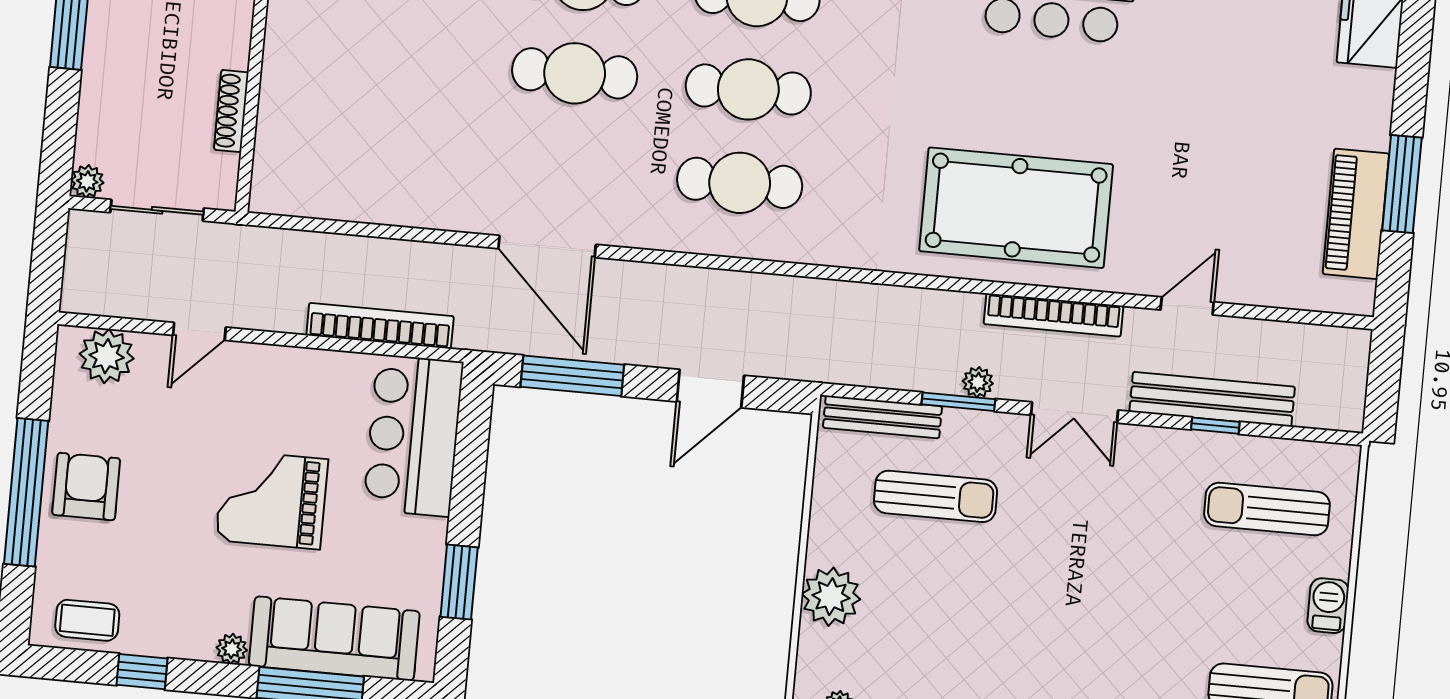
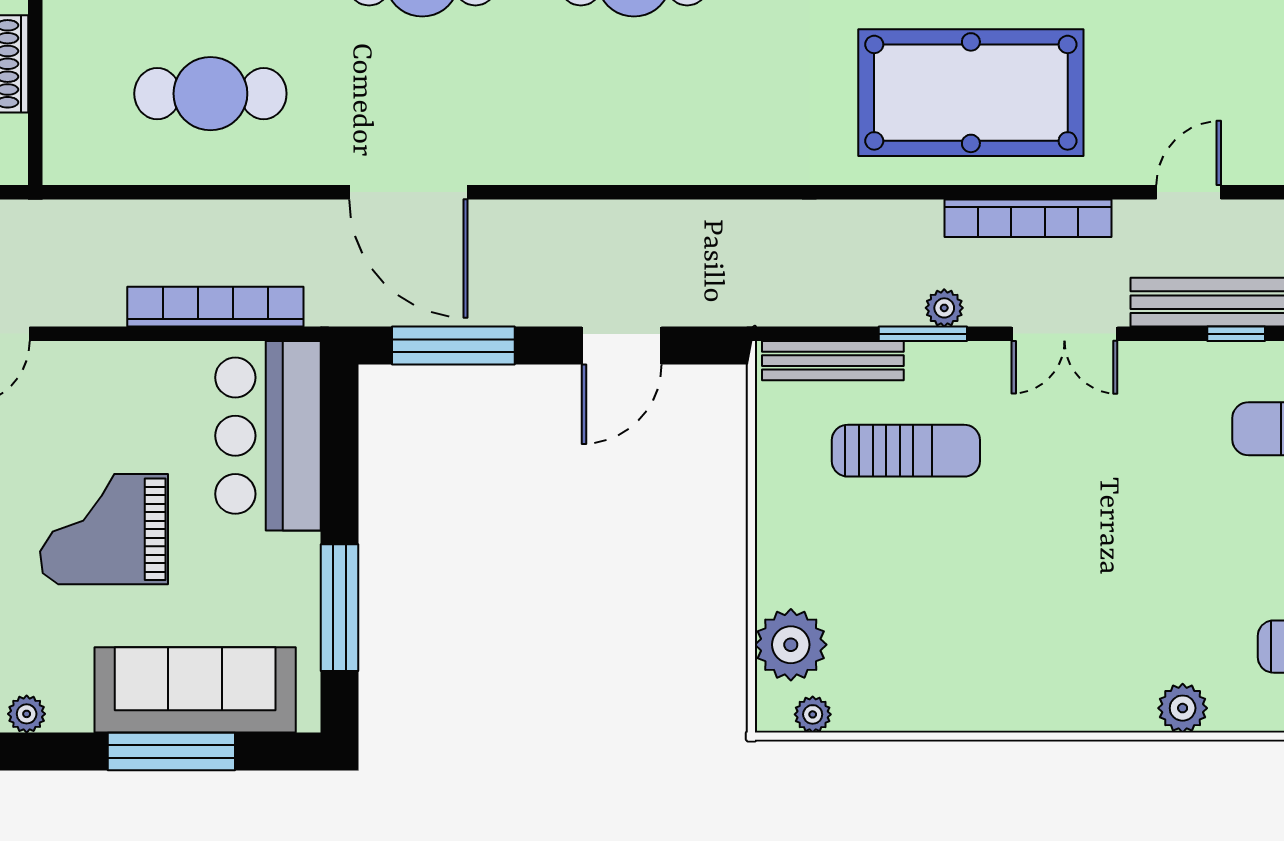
cafe table: (740, 183) -> (210, 94), moved
window: (459, 582) -> (340, 608), width x1.44
plant: (831, 597) -> (791, 645), moved
plant: (232, 649) -> (27, 714), moved

